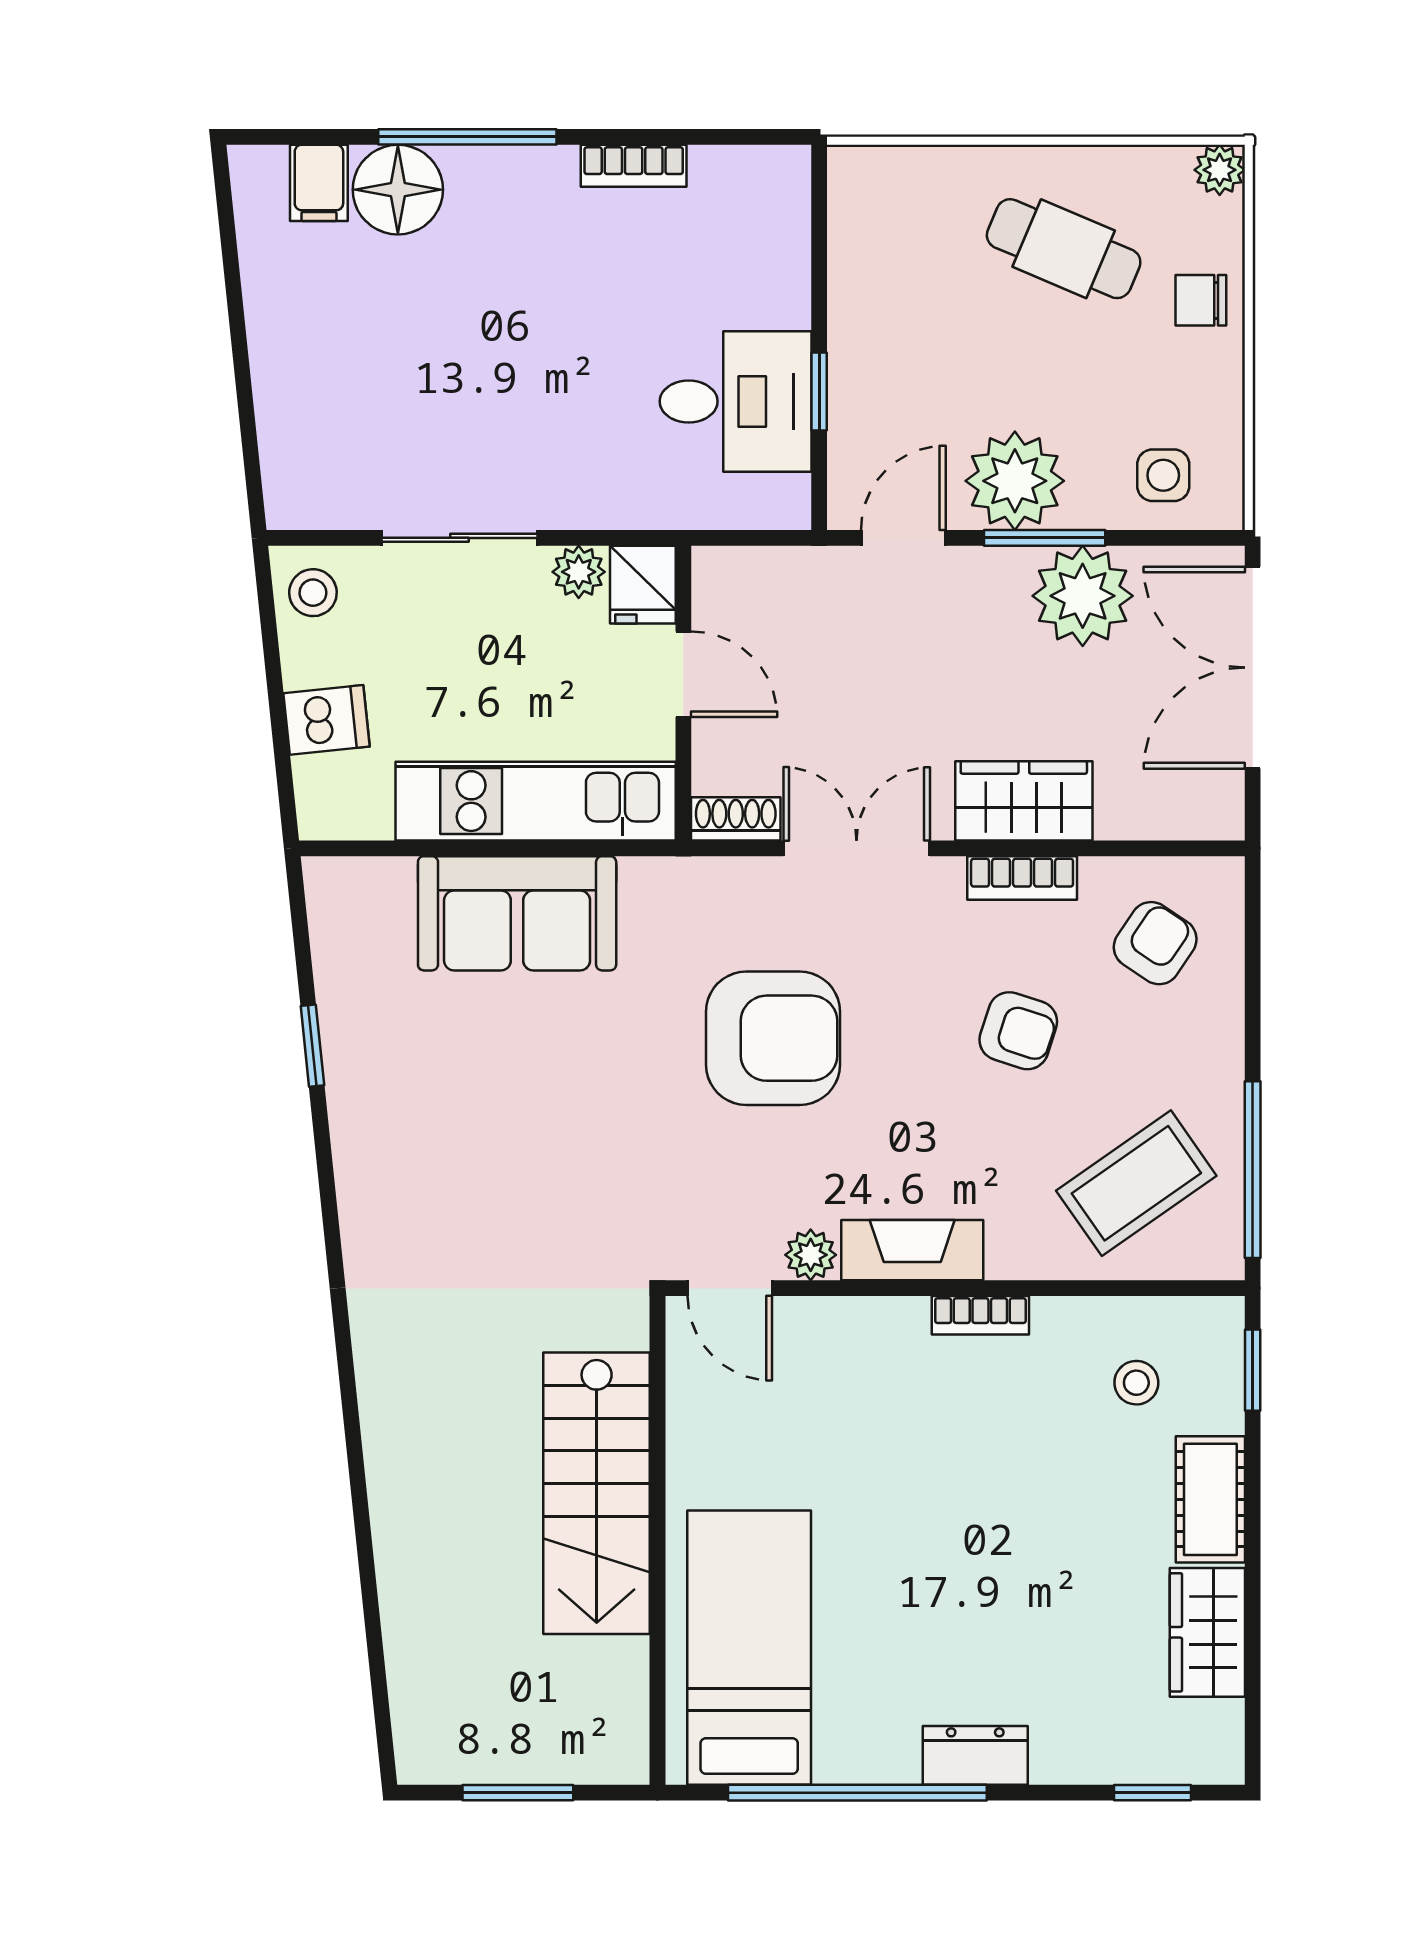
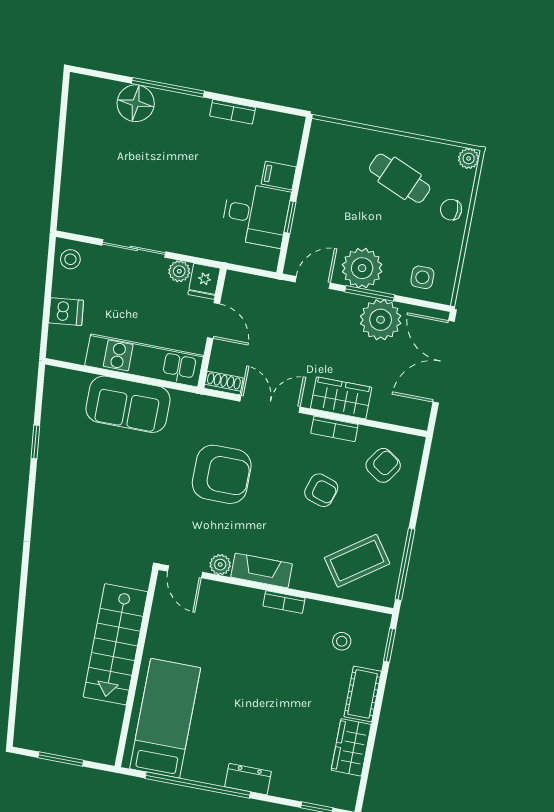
filing cabinet: (319, 183) -> (279, 176), moved, turned 90

